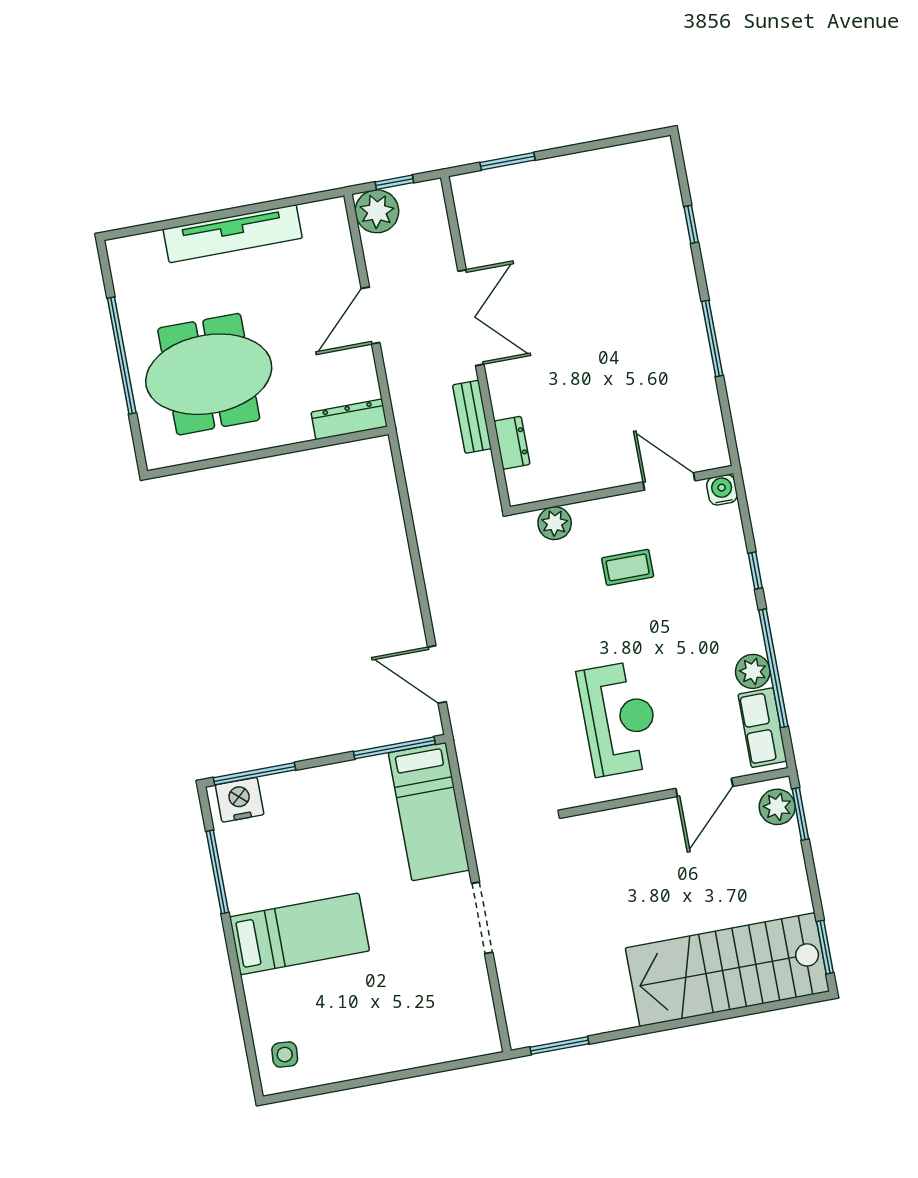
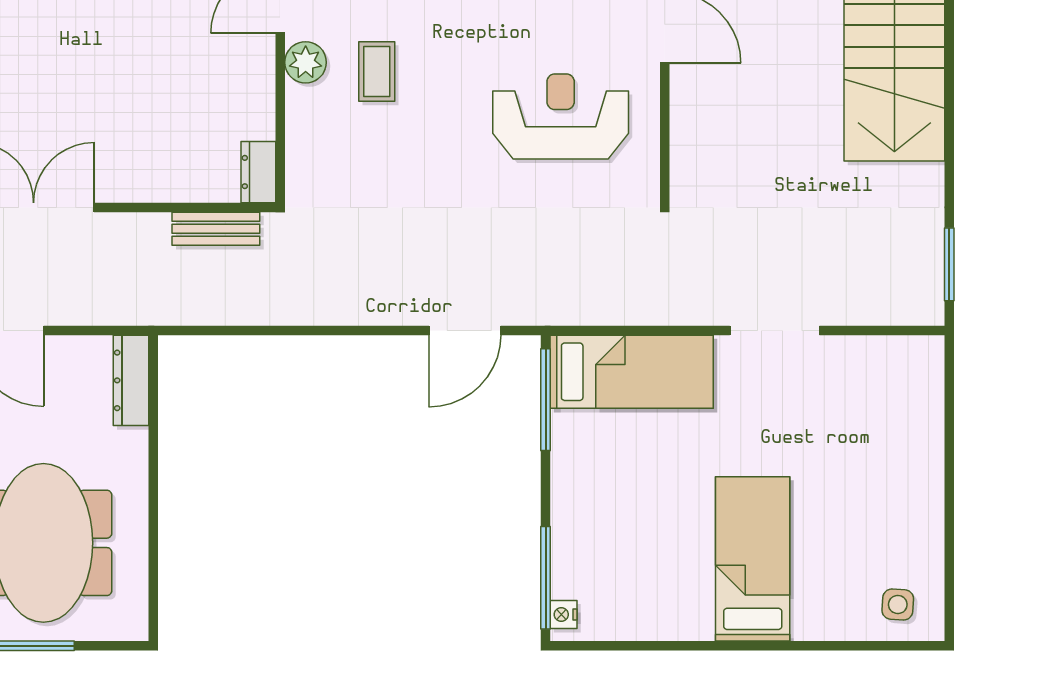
bench: (472, 417) -> (216, 229), moved
dresser: (512, 443) -> (258, 172), moved, turned -90
plant: (555, 523) -> (306, 62), moved
nightstand: (240, 800) -> (563, 614), width x0.53, depth x0.56
window: (217, 872) -> (658, 646), removed

